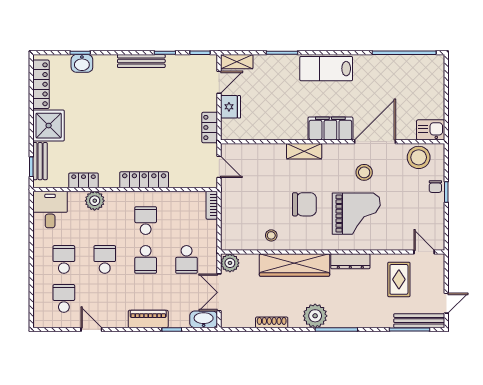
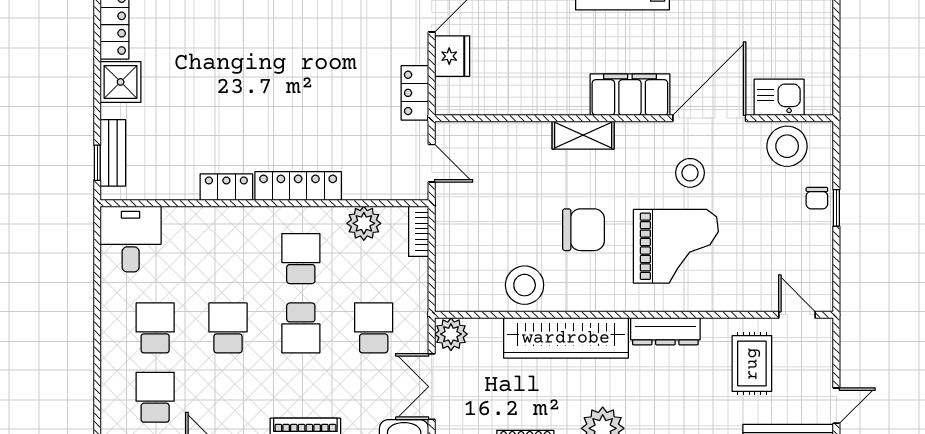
shower: (49, 126) -> (121, 82), width x0.73, depth x0.73
kitchen sink: (431, 130) -> (779, 97), moved
locker: (84, 180) -> (226, 187), moved
plant: (95, 201) -> (364, 223), moved
stool: (271, 235) -> (525, 285), width x1.89, depth x1.89
school desk: (187, 259) -> (374, 328), turned 180

